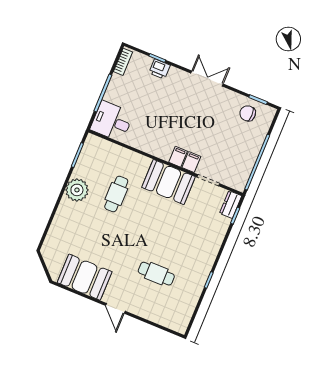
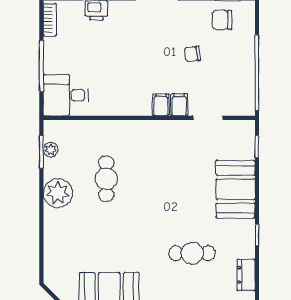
chair: (216, 129) -> (192, 54), added
plant: (85, 156) -> (51, 150), added
booth: (169, 182) -> (236, 189), moved, turned 90
dresser: (231, 205) -> (246, 275), moved

